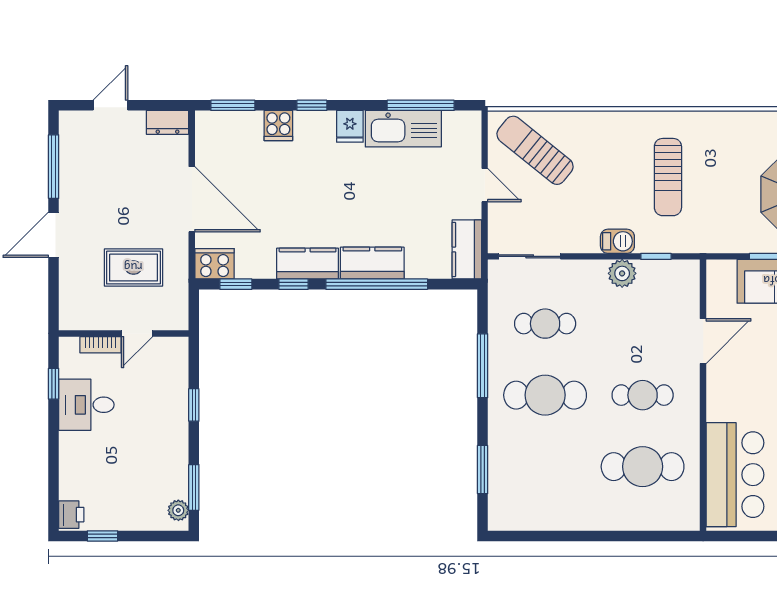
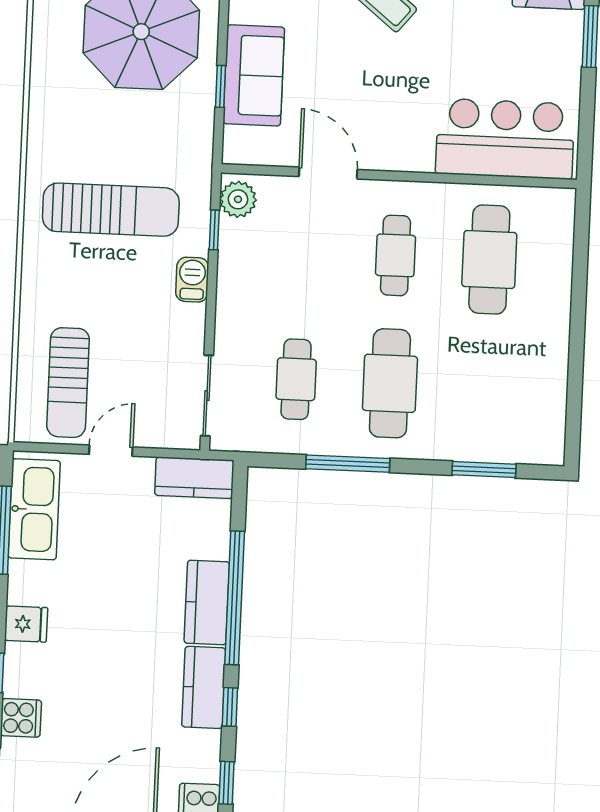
kitchen sink: (403, 129) -> (34, 509), moved
sun lounger: (535, 150) -> (68, 383), turned -39
sun lounger: (668, 177) -> (111, 210), width x1.36, depth x1.34
plant: (622, 273) -> (238, 199), moved

